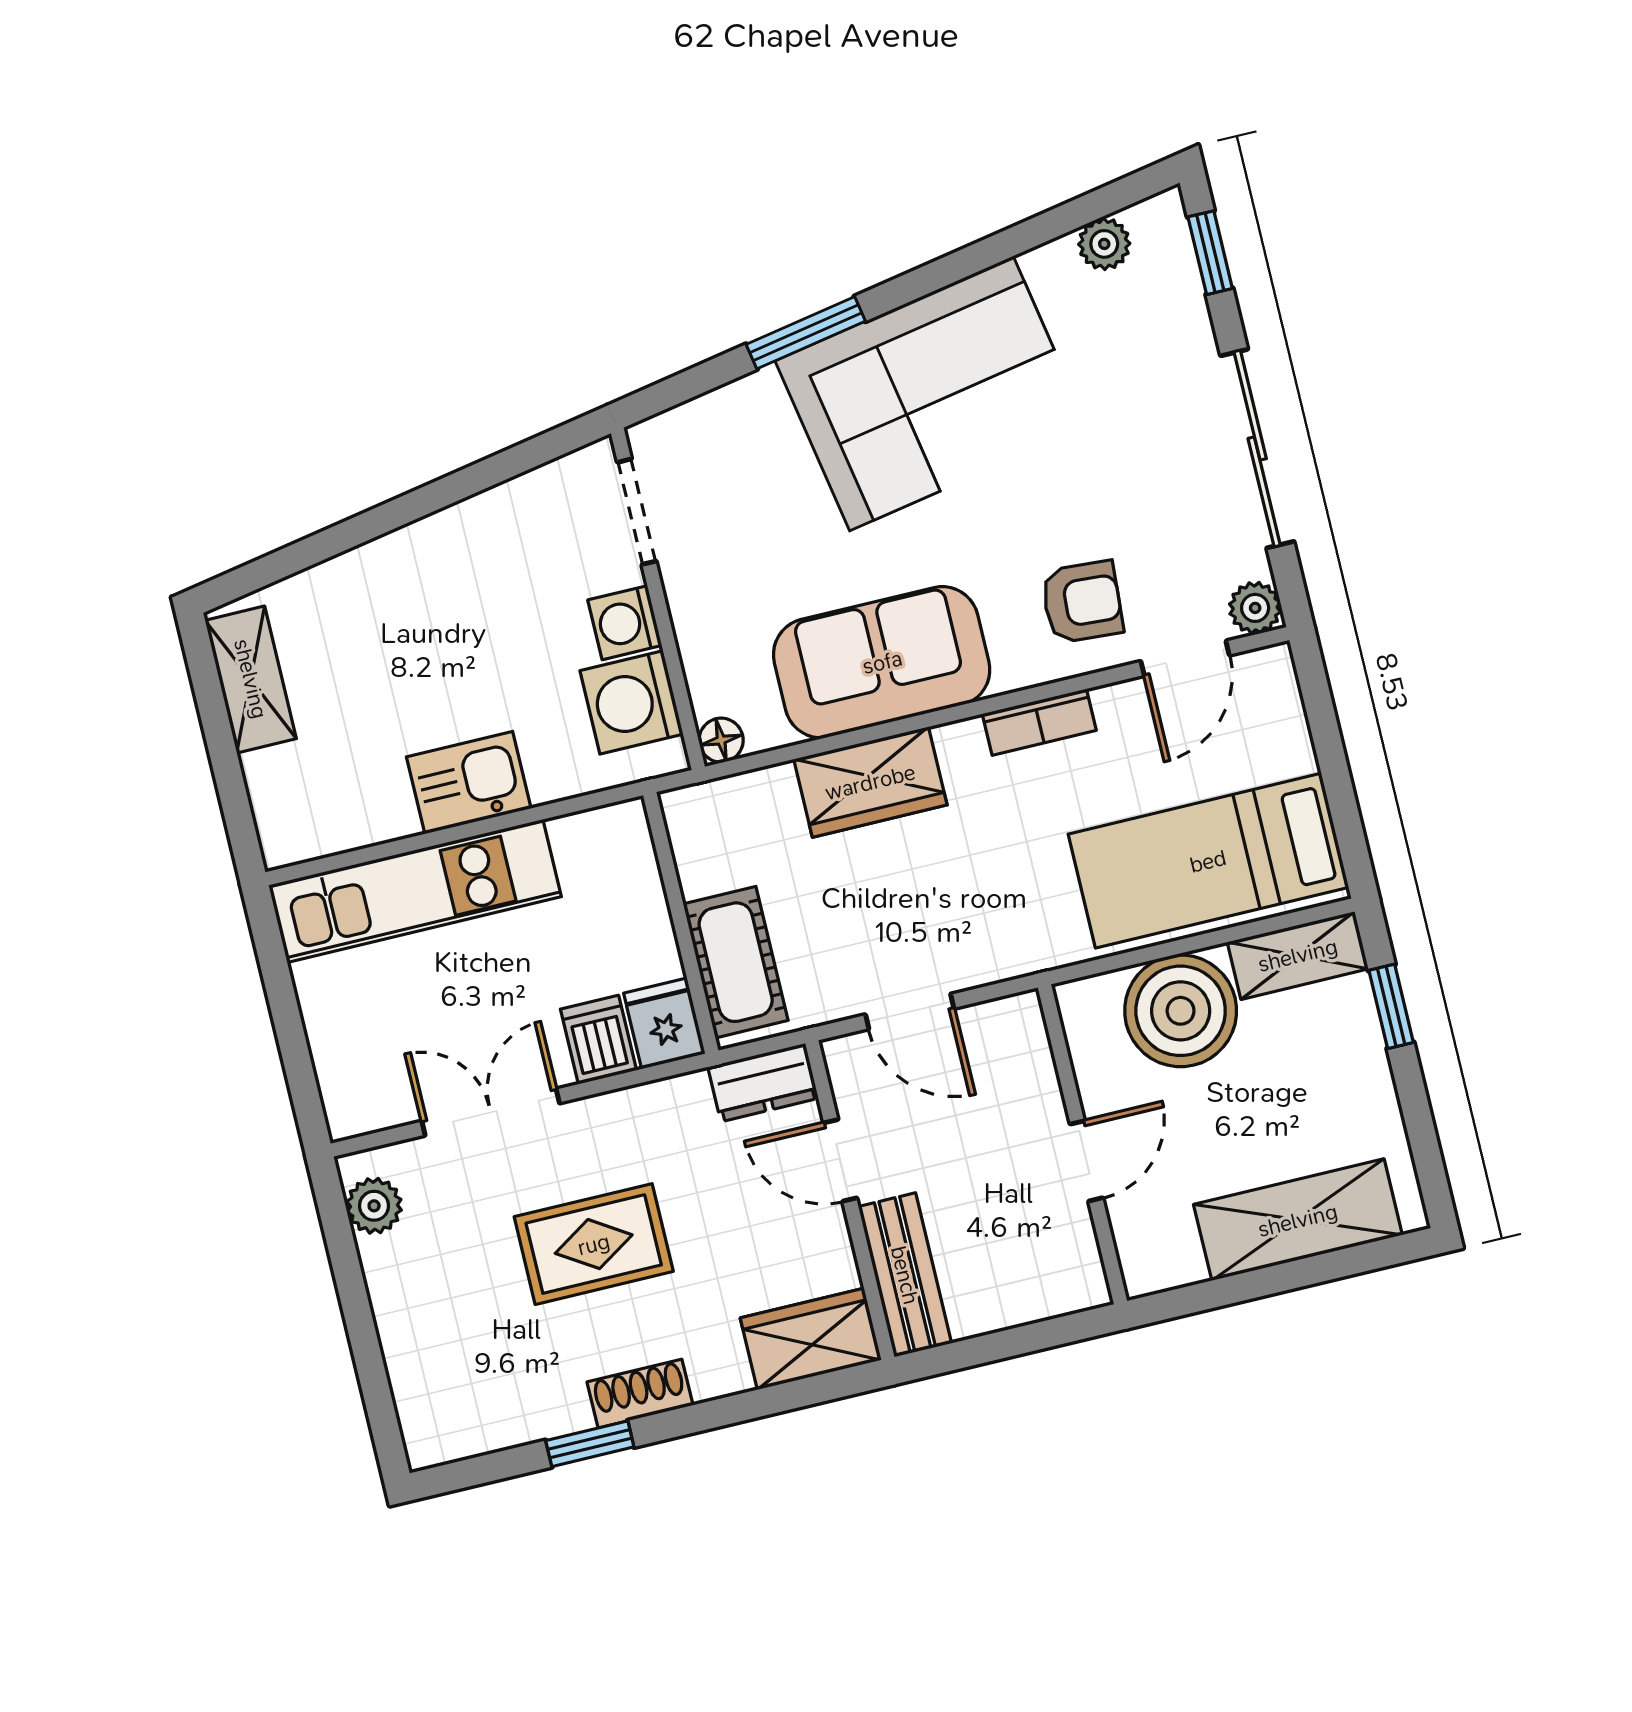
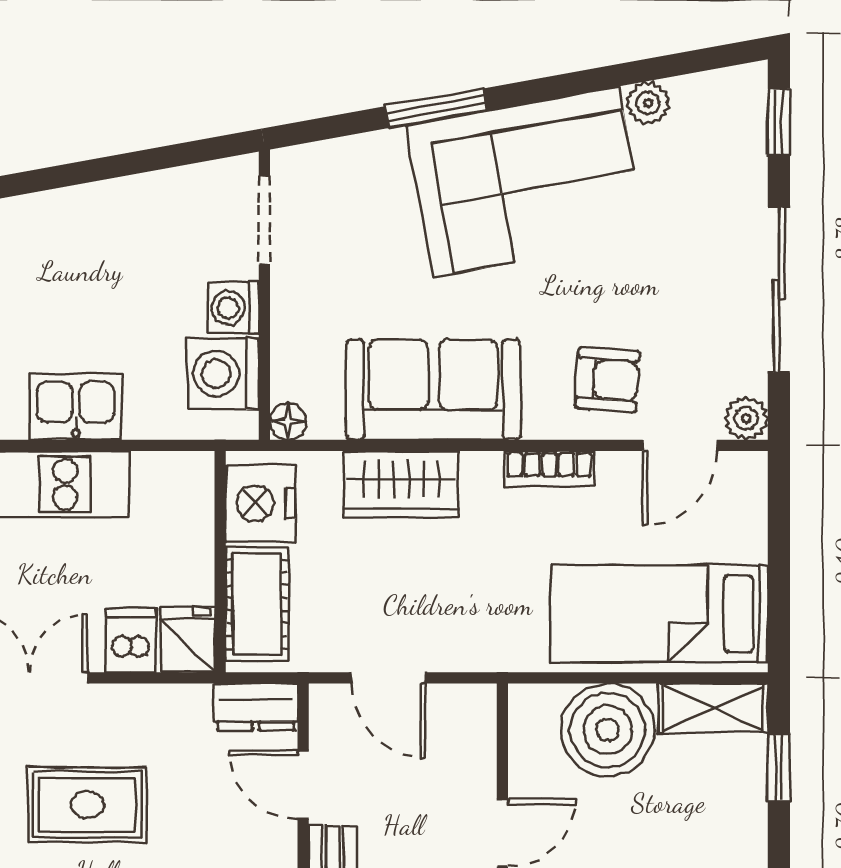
plant: (1104, 244) -> (648, 103), moved
nightstand: (712, 844) -> (260, 503), added

